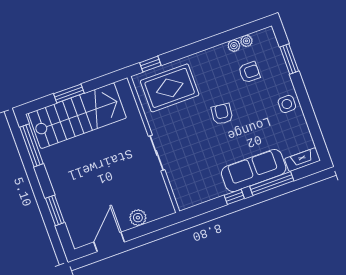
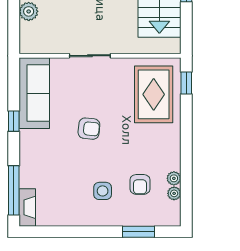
side table: (287, 104) -> (103, 191), moved
armchair: (222, 114) -> (89, 129), moved
sofa: (254, 171) -> (34, 93), moved
window: (272, 183) -> (14, 190), moved

